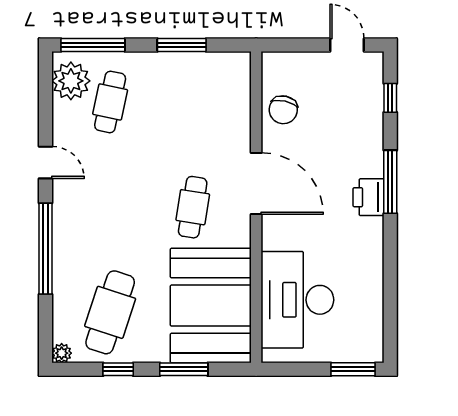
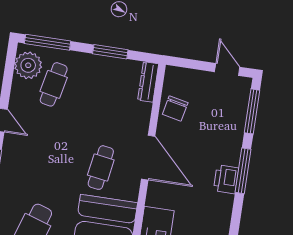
dresser: (240, 79) -> (148, 82), added
window: (390, 98) -> (252, 111), width x2.17

